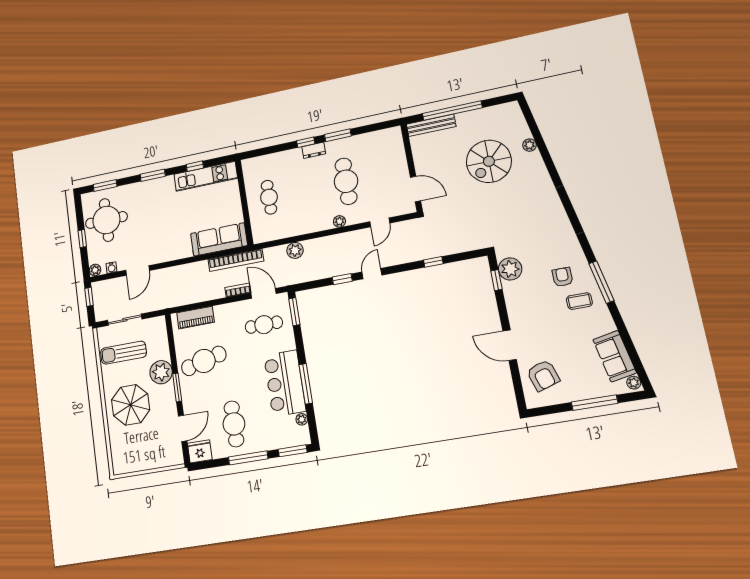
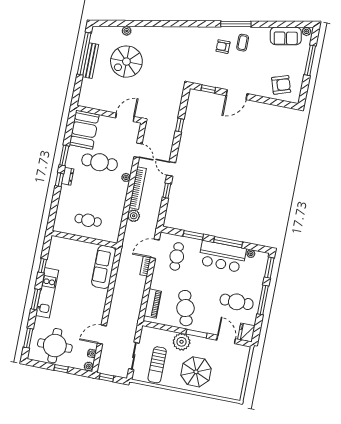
window: (452, 111) -> (84, 54), moved
bench: (431, 125) -> (91, 61), moved
booth: (380, 146) -> (84, 130), added
spiral stairs: (489, 161) -> (126, 62), turned 90
kitchen unit: (206, 176) -> (47, 293), moved
bookcase: (236, 260) -> (138, 188), moved
plant: (510, 269) -> (204, 77), removed
door: (138, 270) -> (102, 335), swing flipped
window: (294, 312) -> (193, 235), moved
door: (510, 345) -> (237, 95), moved

